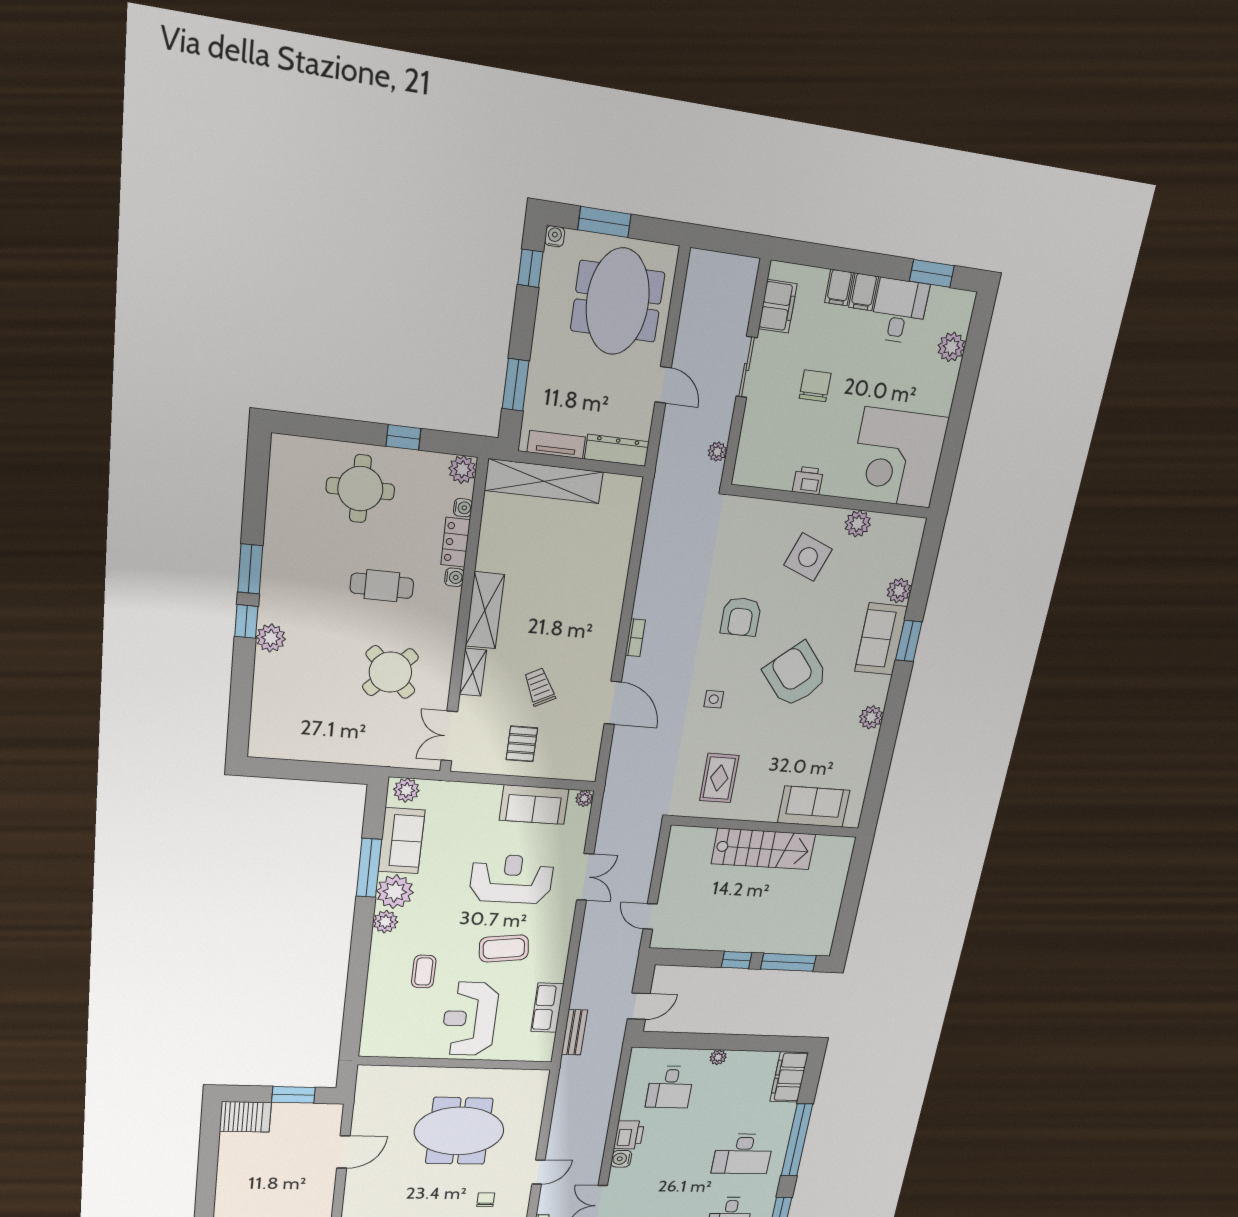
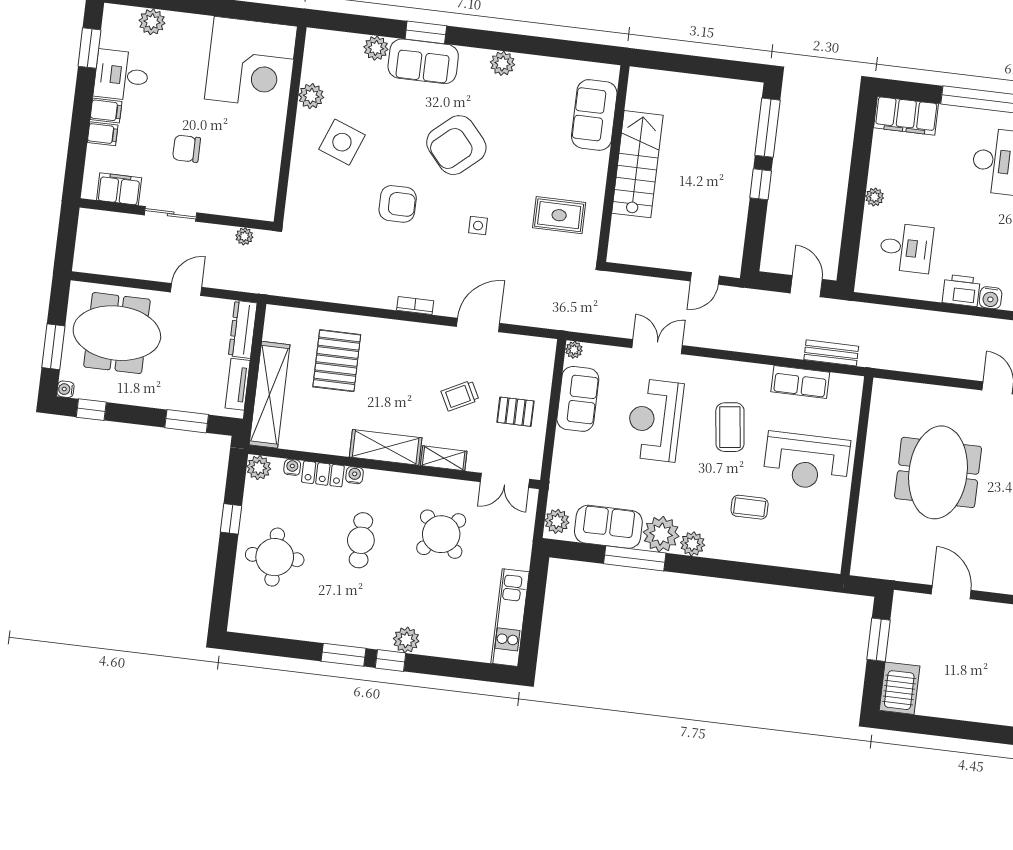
printer: (808, 480) -> (271, 148), removed
pallet: (580, 556) -> (337, 361), added
kitchen unit: (301, 747) -> (510, 618), added

